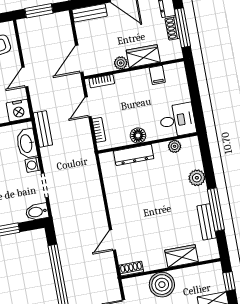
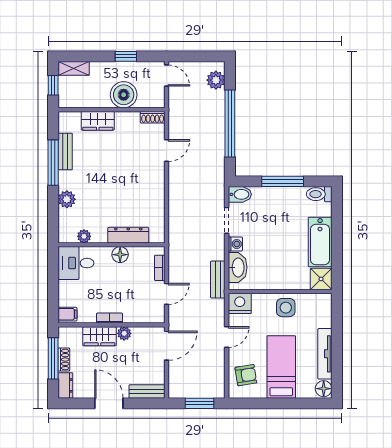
filing cabinet: (157, 75) -> (67, 314), moved, turned 90
bookcase: (102, 81) -> (109, 318), moved

